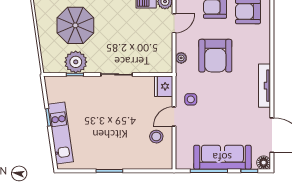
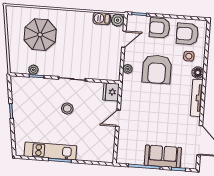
plant: (76, 62) -> (33, 70), width x0.53, depth x0.53
side table: (191, 99) -> (189, 56), moved
kitchen unit: (61, 133) -> (50, 151), moved, turned -82
stool: (156, 137) -> (67, 108), moved
sofa: (222, 157) -> (163, 156), width x0.73
floor lamp: (264, 163) -> (198, 73), moved

